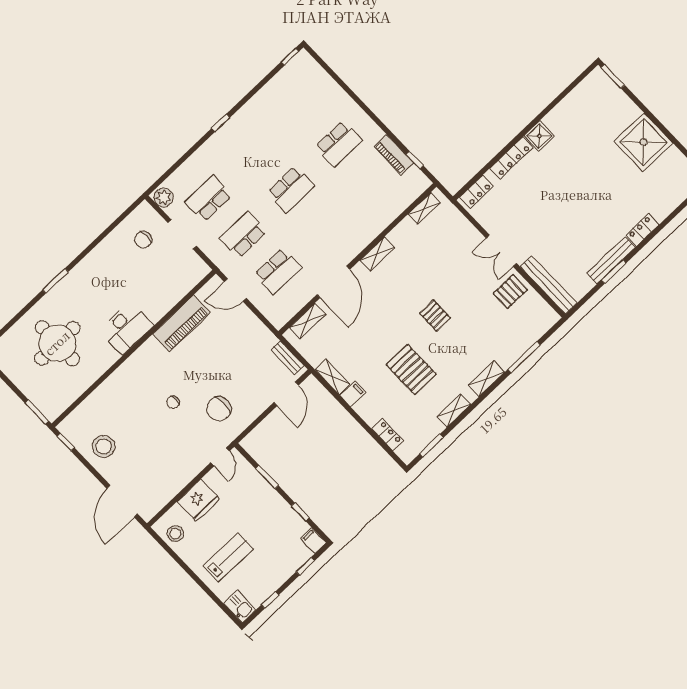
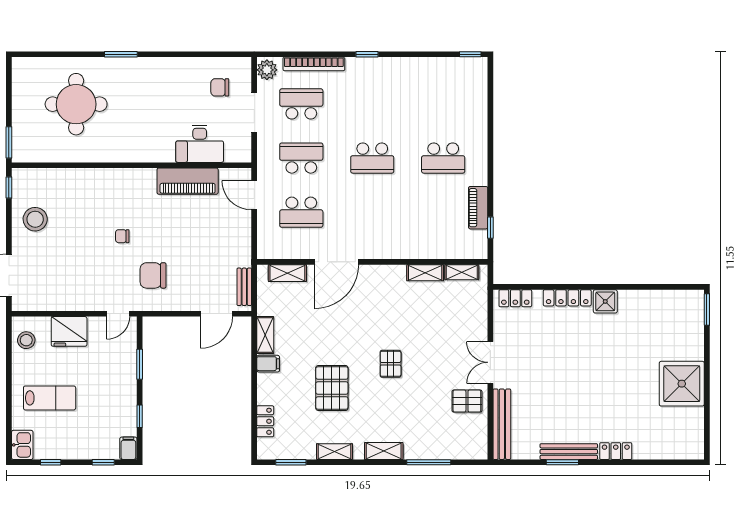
bookcase: (191, 163) -> (314, 64), added
shelving: (377, 254) -> (425, 273), moved
desk: (126, 328) -> (200, 144), moved

